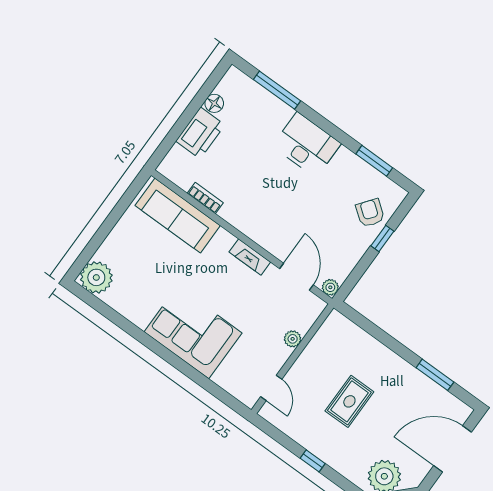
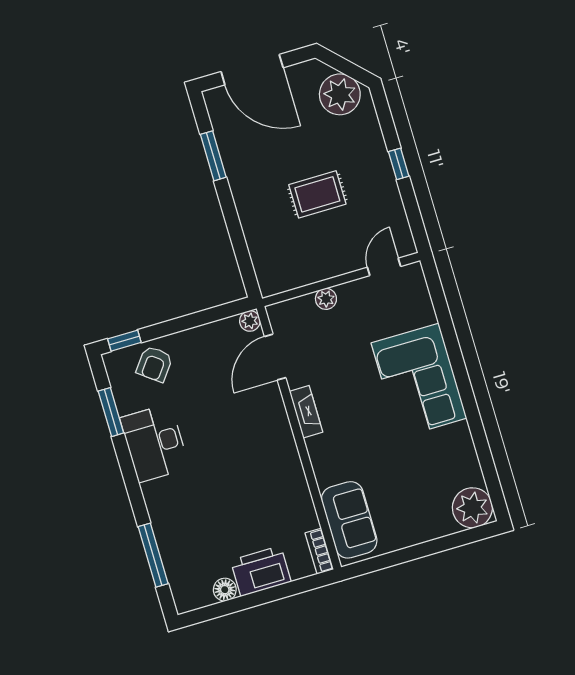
desk: (307, 145) -> (155, 443), moved
bookcase: (205, 198) -> (319, 551), moved
sofa: (178, 215) -> (349, 520), width x0.73
window: (382, 239) -> (124, 341), moved

